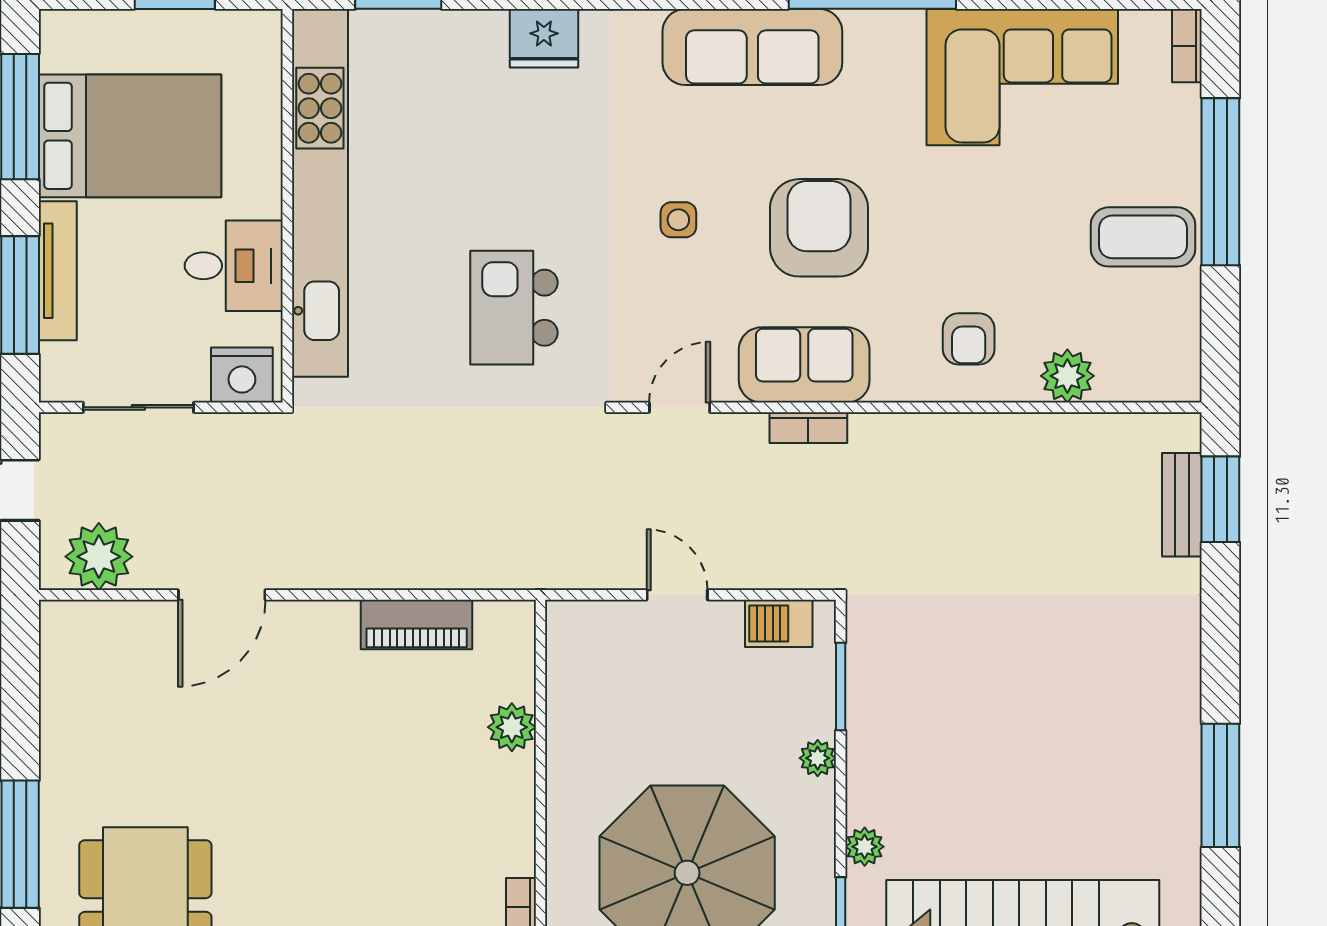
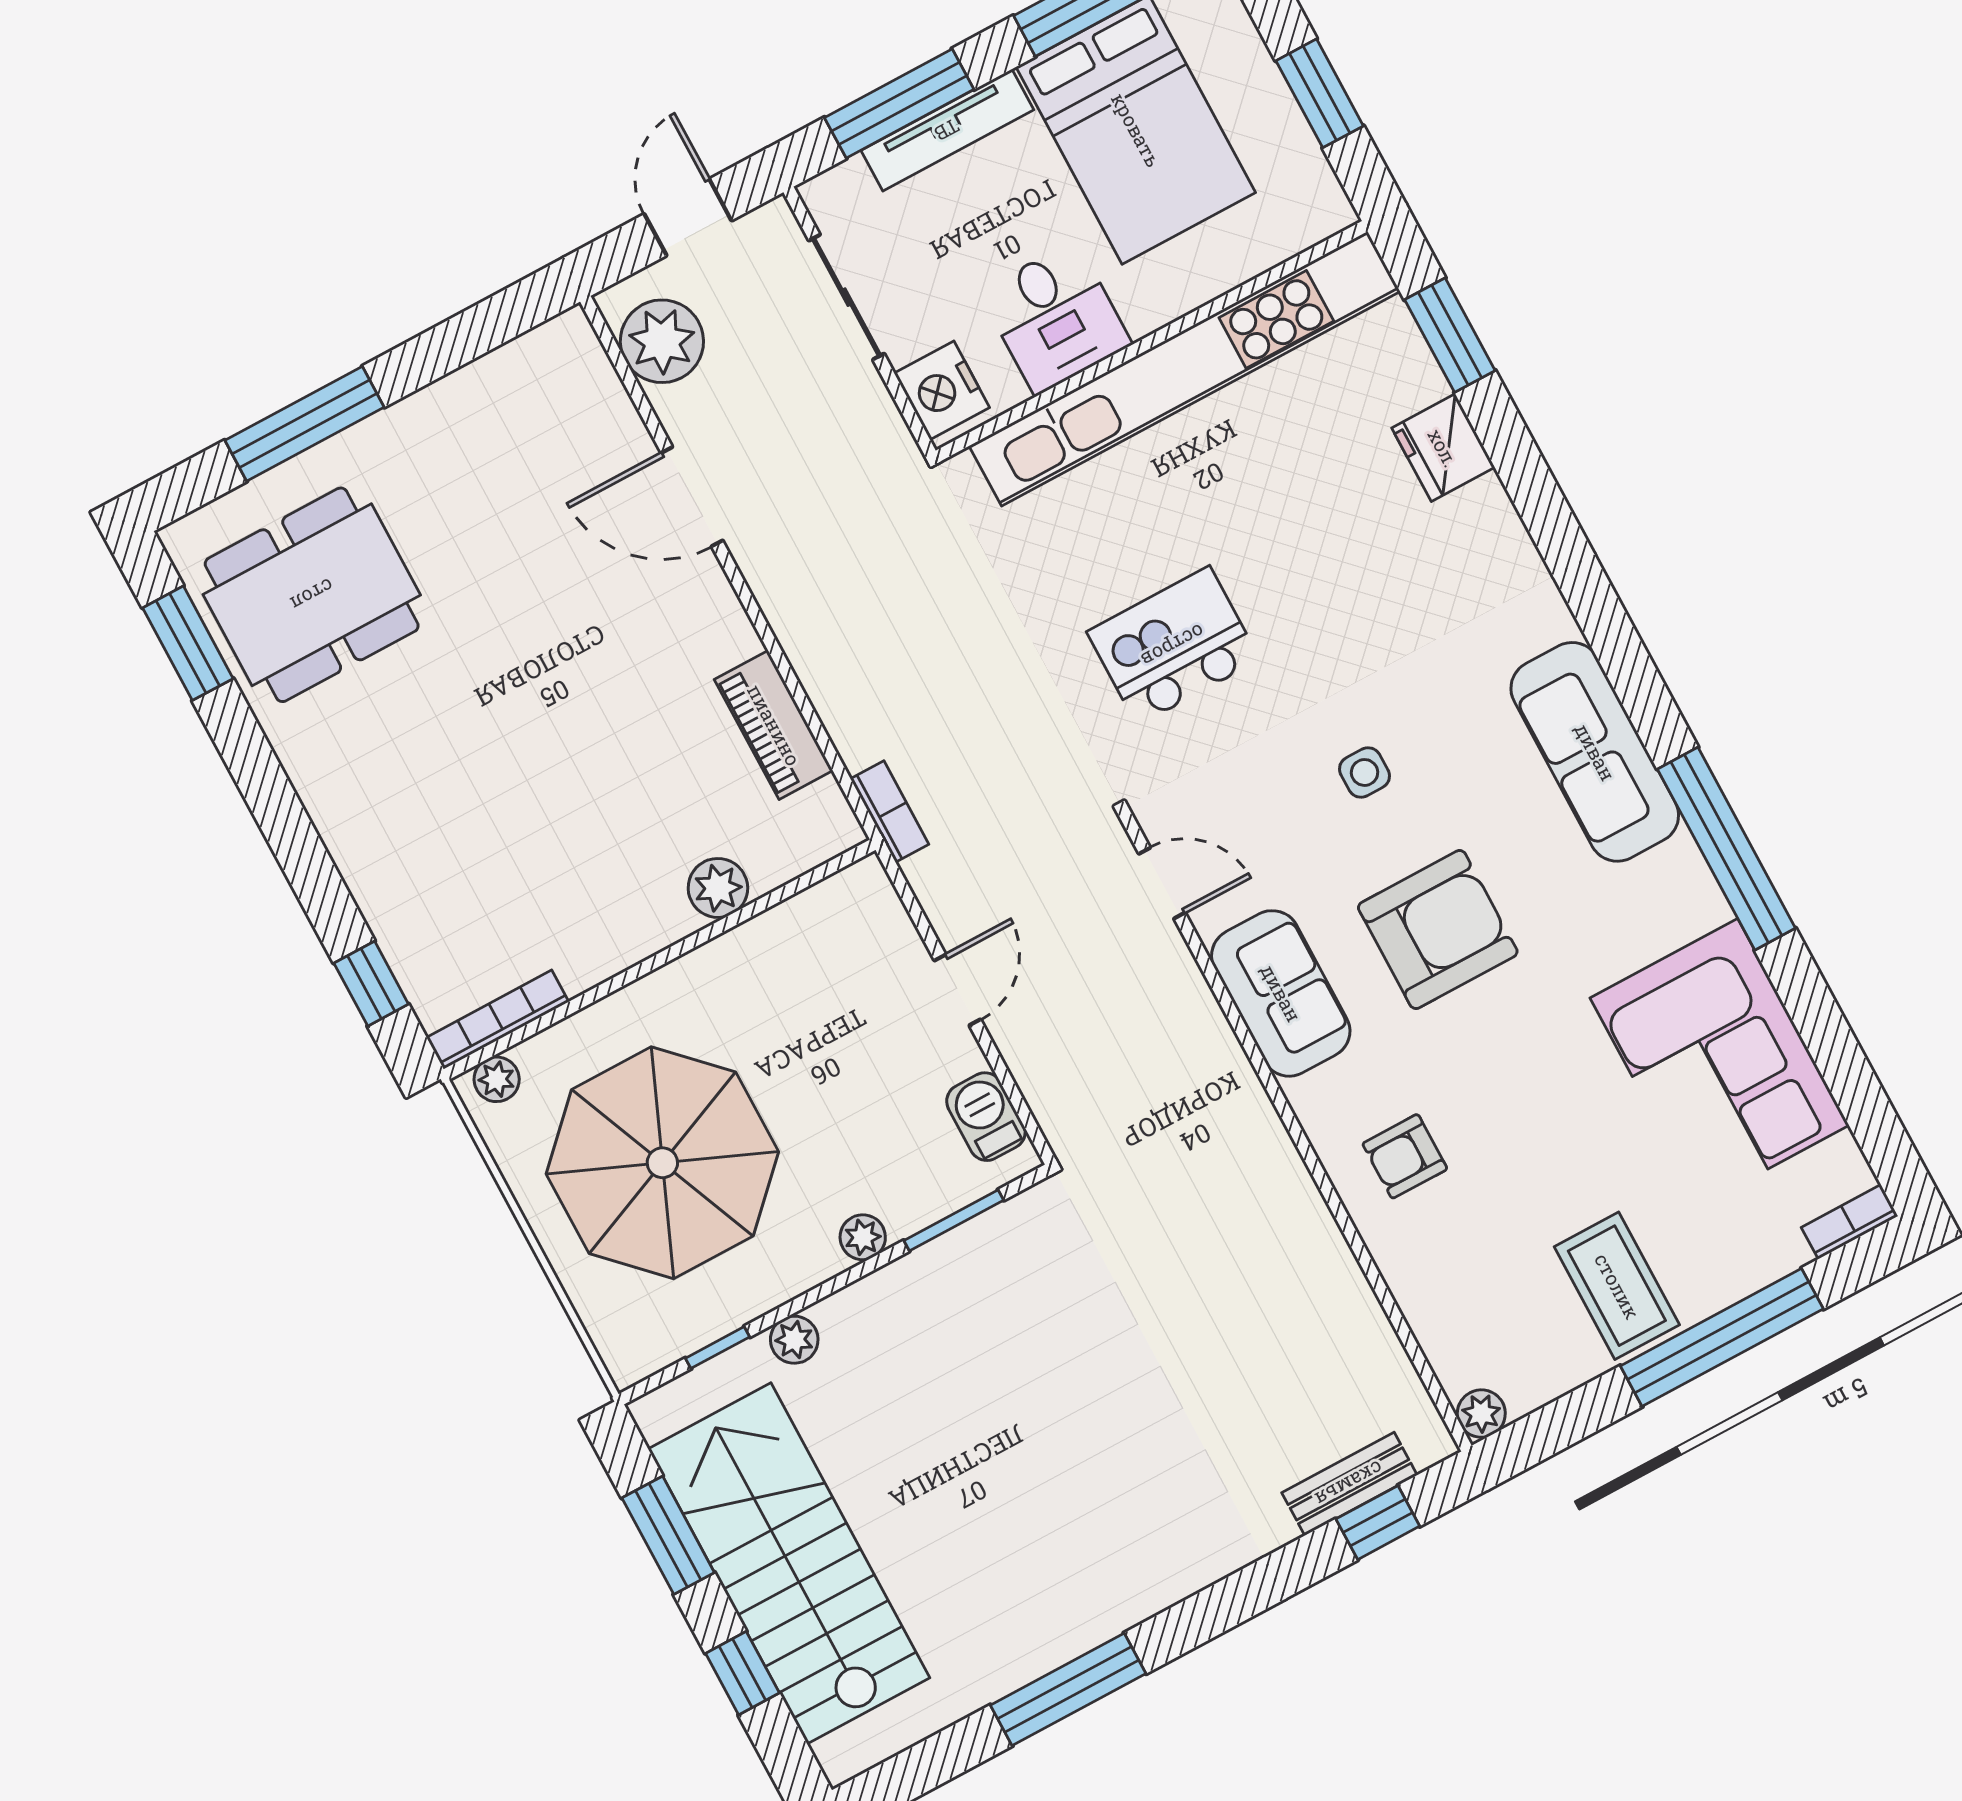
fridge: (544, 38) -> (1443, 448), moved
plant: (1067, 376) -> (1481, 1414), moved, width x0.73, depth x0.73
bookcase: (808, 428) -> (890, 811), moved, turned 180
window: (1220, 499) -> (1378, 1523), width x0.67

